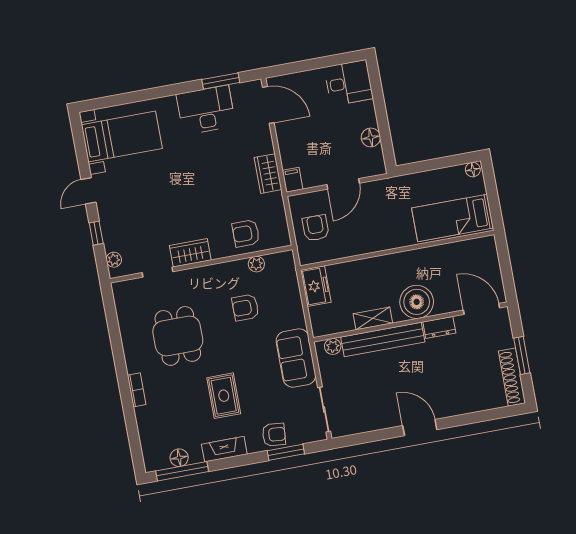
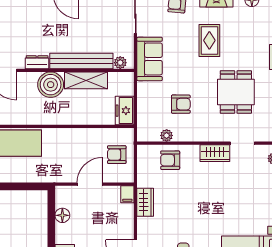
armchair: (316, 228) -> (117, 155), turned 90
armchair: (246, 233) -> (170, 160), turned 180
shelving: (373, 318) -> (86, 80), width x1.50, depth x1.33

